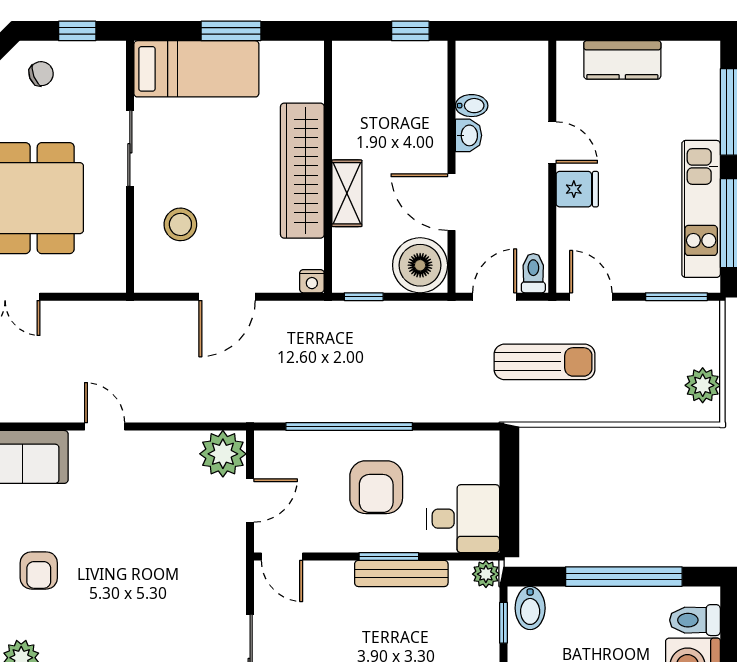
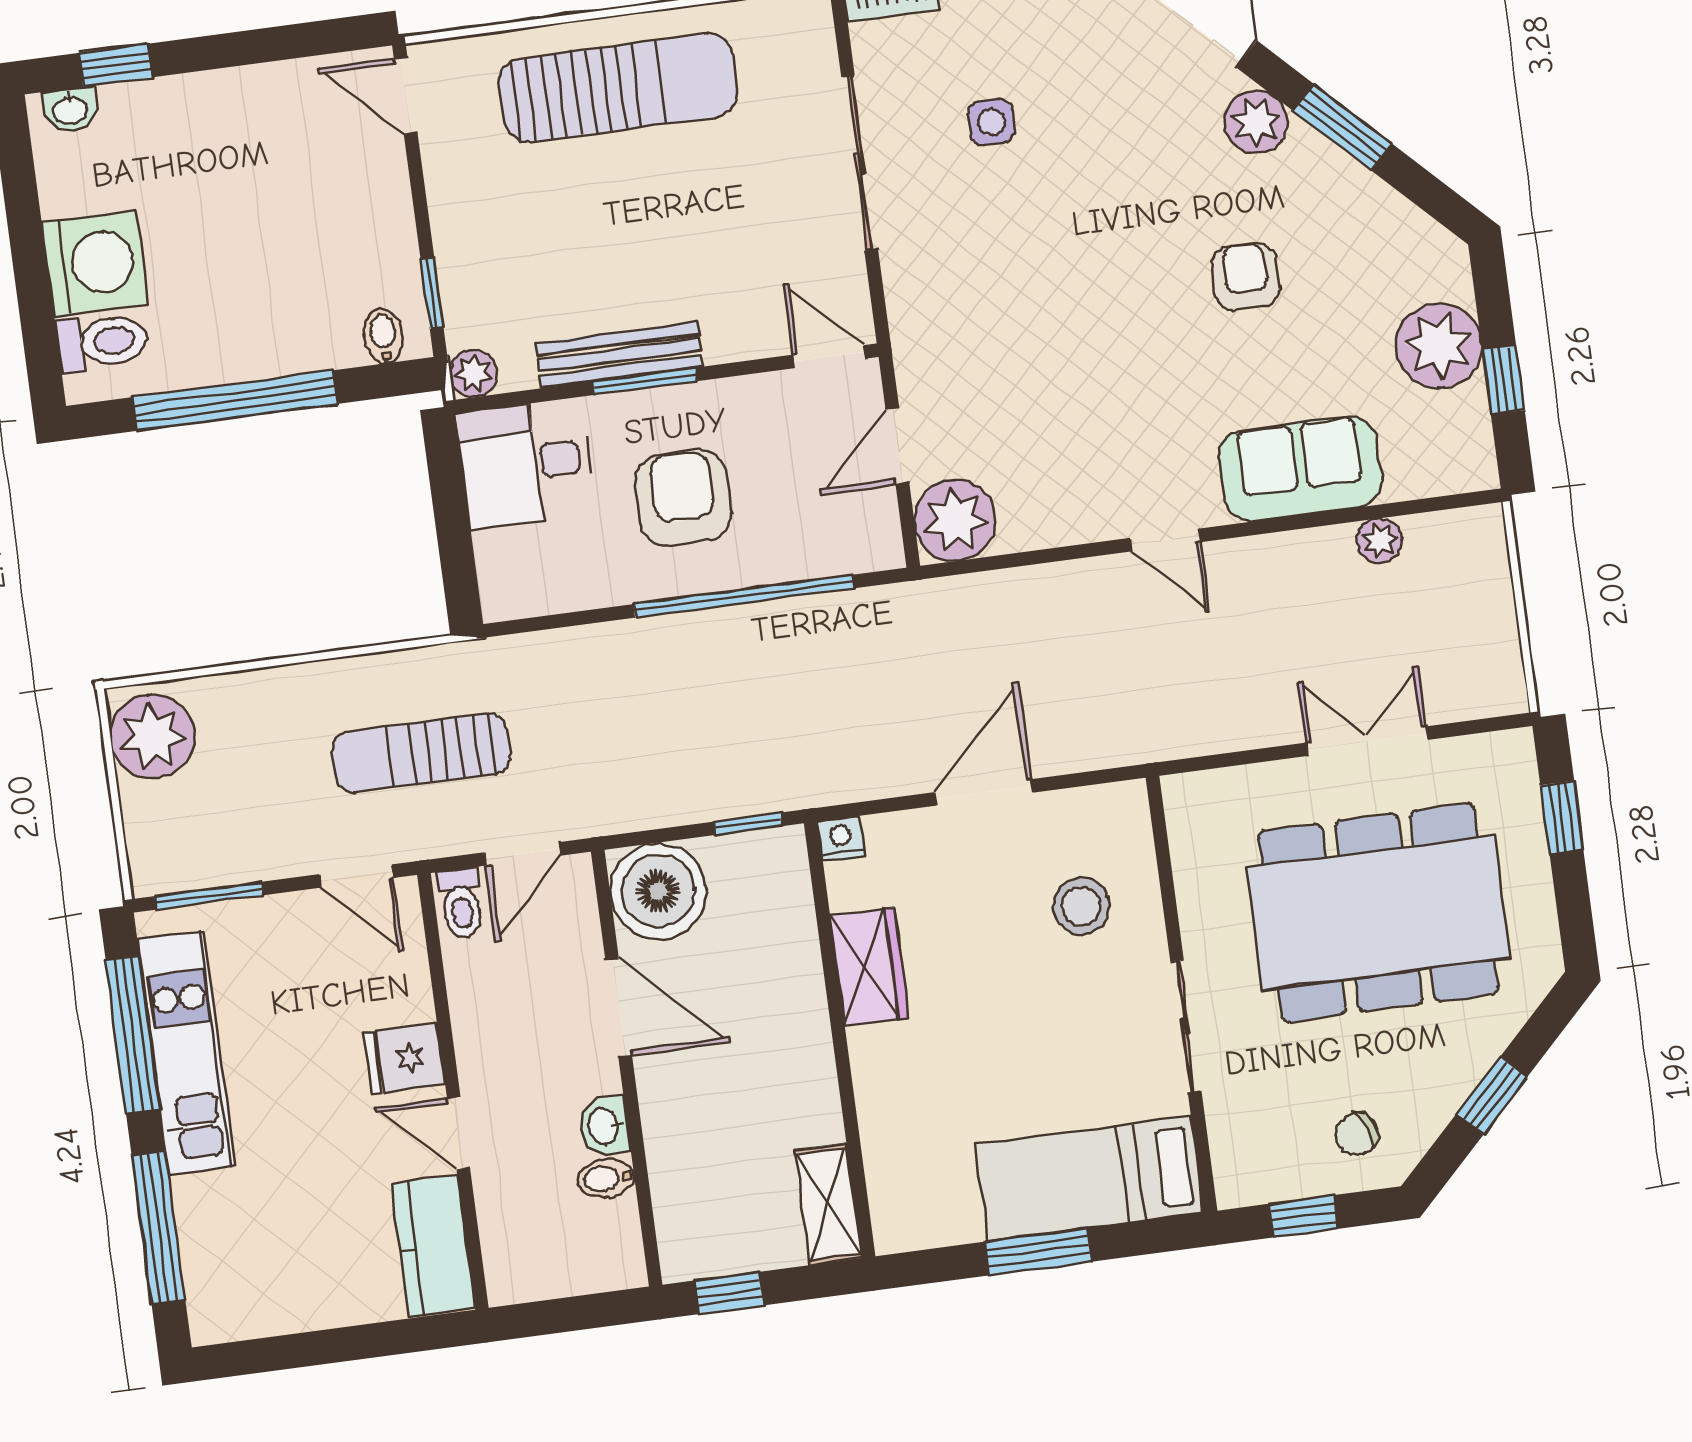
kitchen counter: (622, 60) -> (433, 1246), moved, turned -90
wardrobe: (302, 171) -> (869, 967), width x0.48, depth x0.85
shelving: (347, 193) -> (828, 1204), moved
plant: (703, 385) -> (152, 736), width x1.36, depth x1.36
bidet: (530, 608) -> (384, 336), width x0.72, depth x0.74

